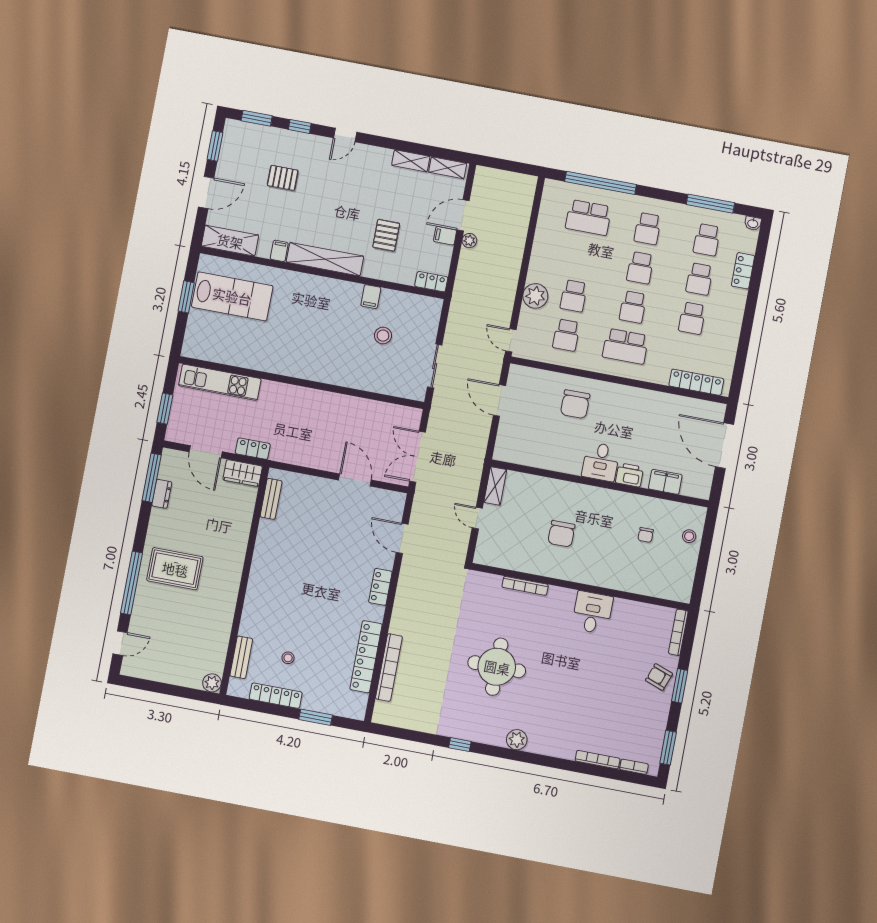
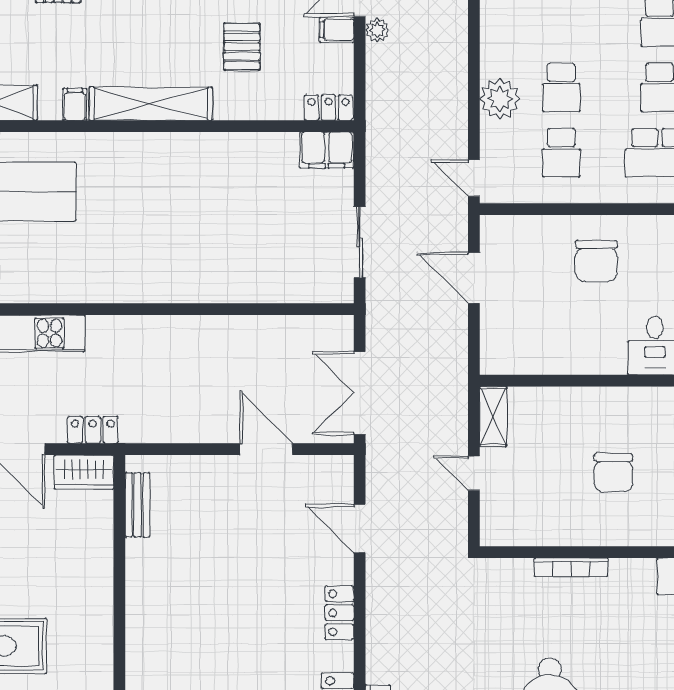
filing cabinet: (371, 297) -> (327, 150), moved, width x2.00
stool: (383, 336) -> (267, 209), removed

